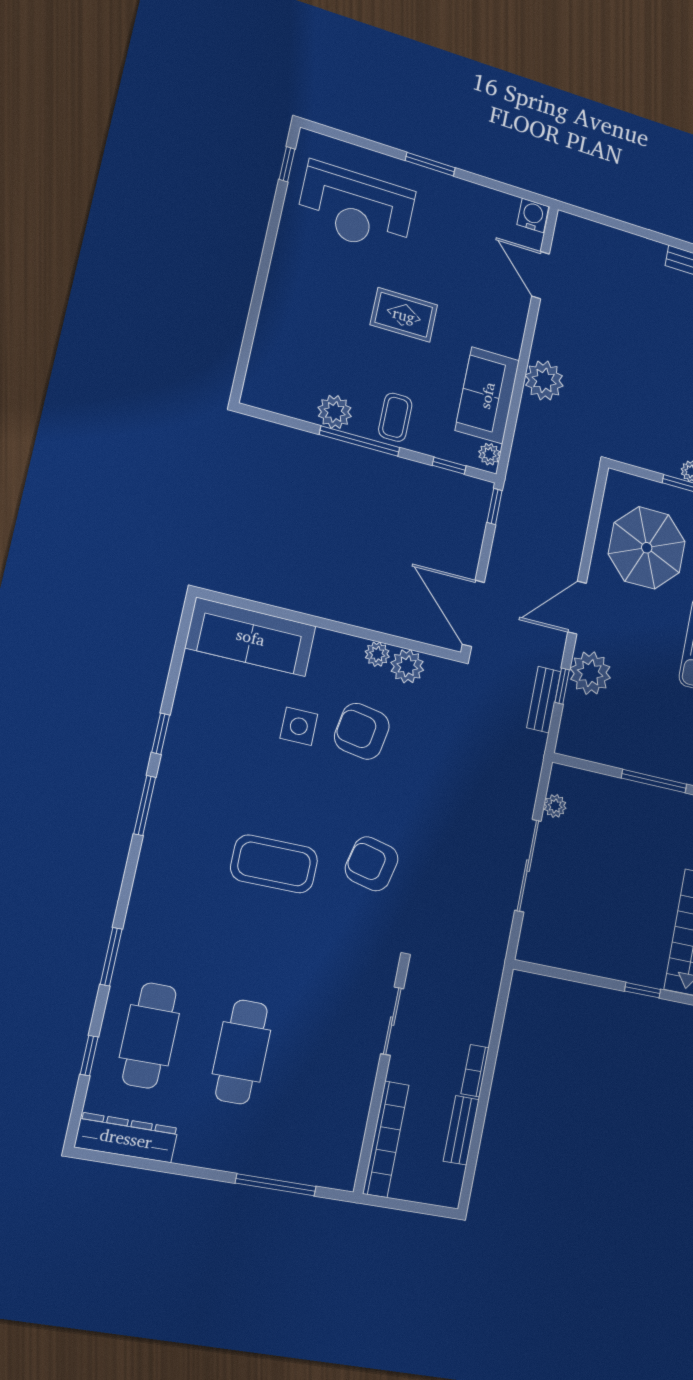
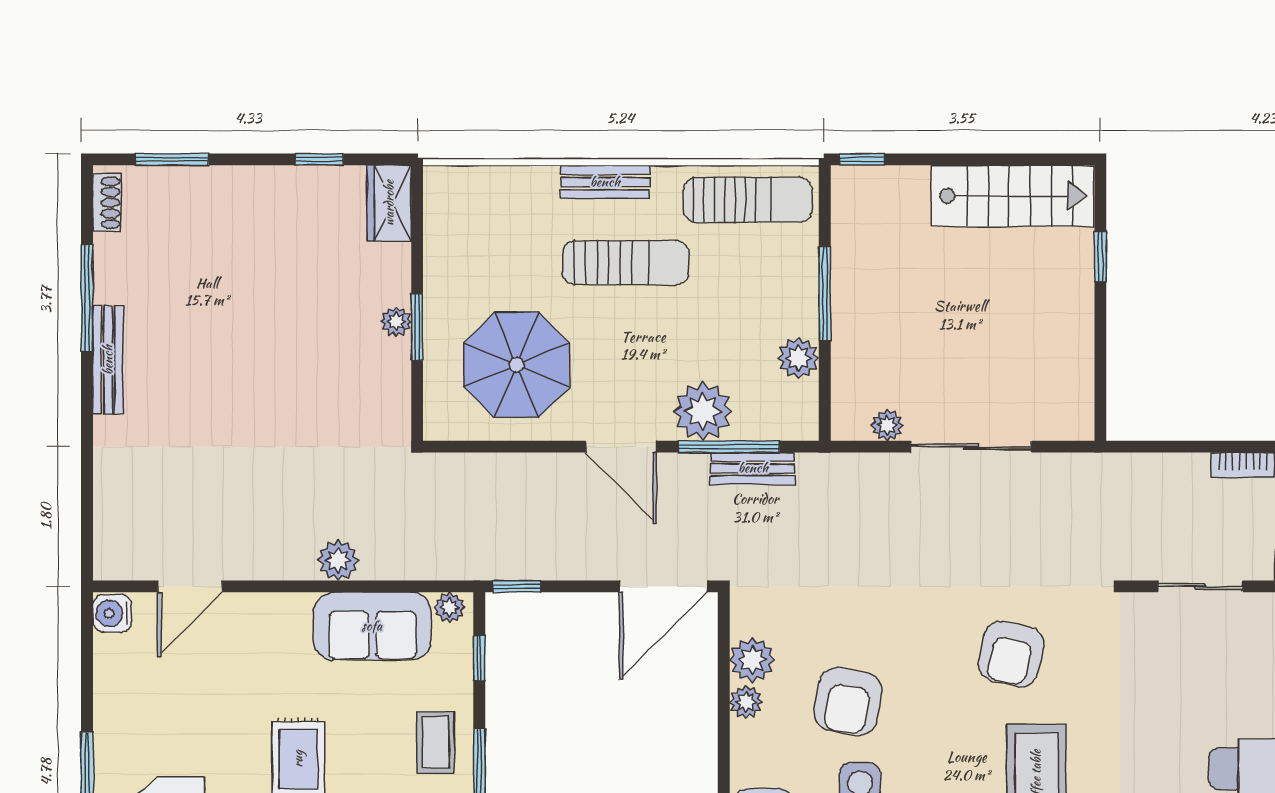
plant: (544, 380) -> (338, 560), width x0.73, depth x0.73
coffee table: (395, 417) -> (436, 742), turned 90
window: (562, 686) -> (729, 447), width x2.17
plant: (614, 751) -> (798, 358), added

